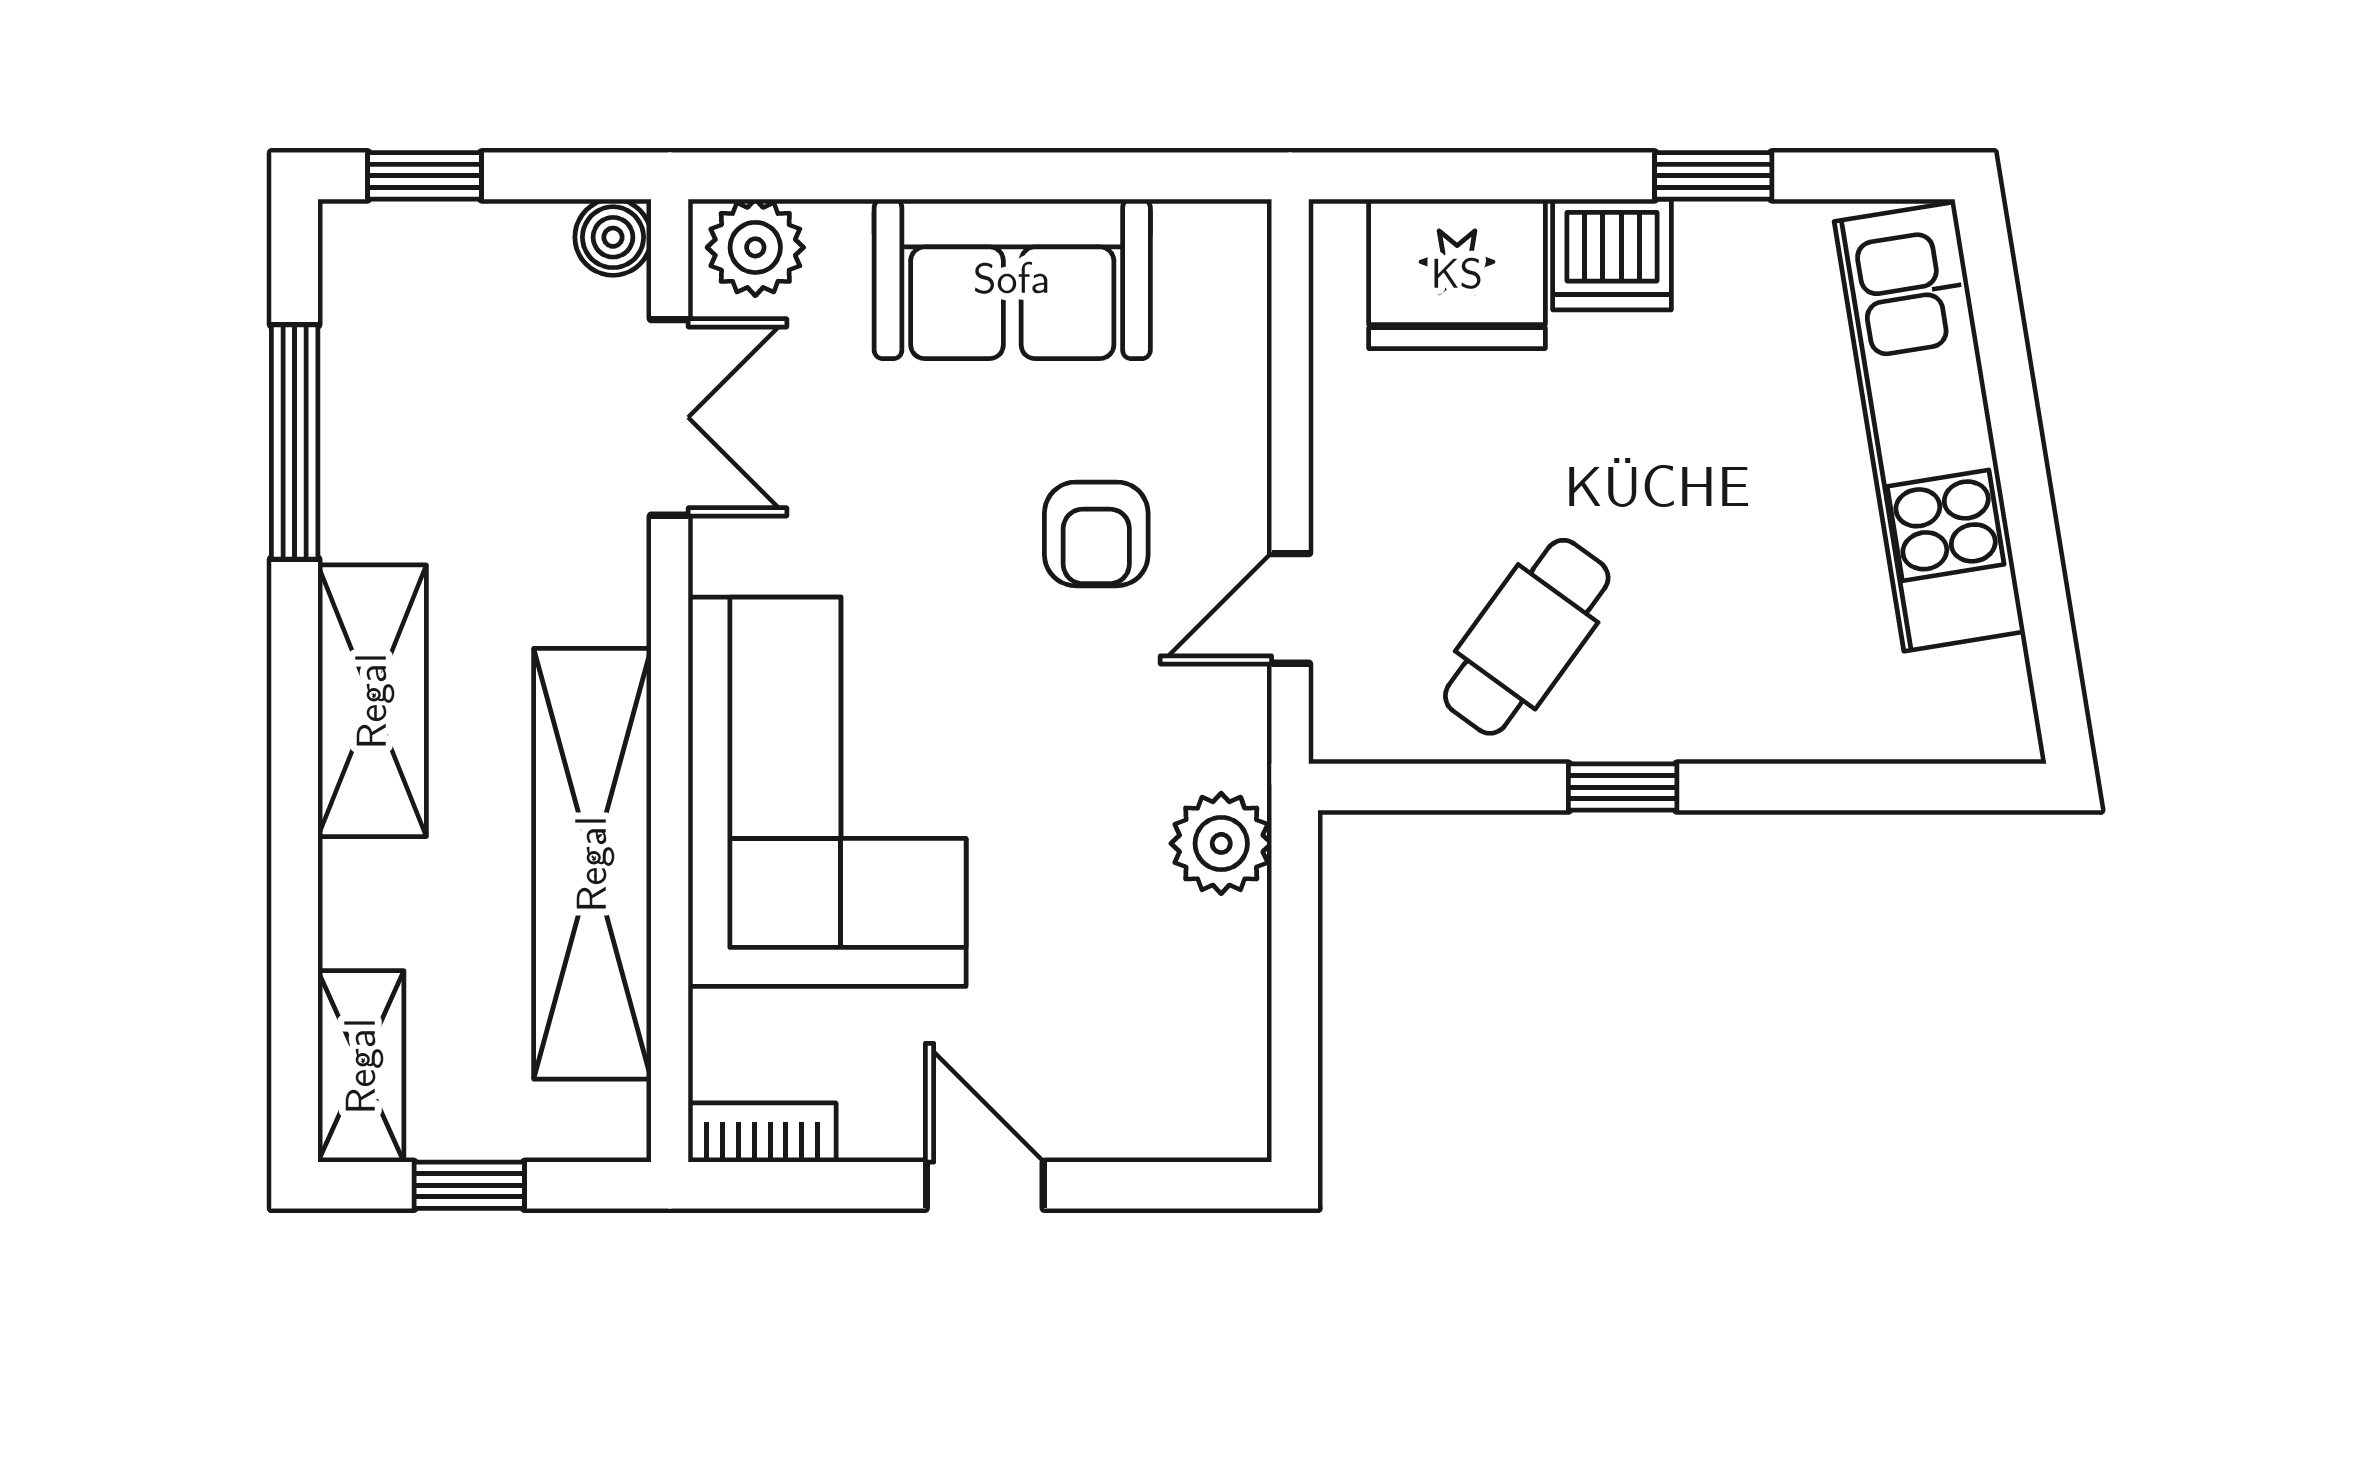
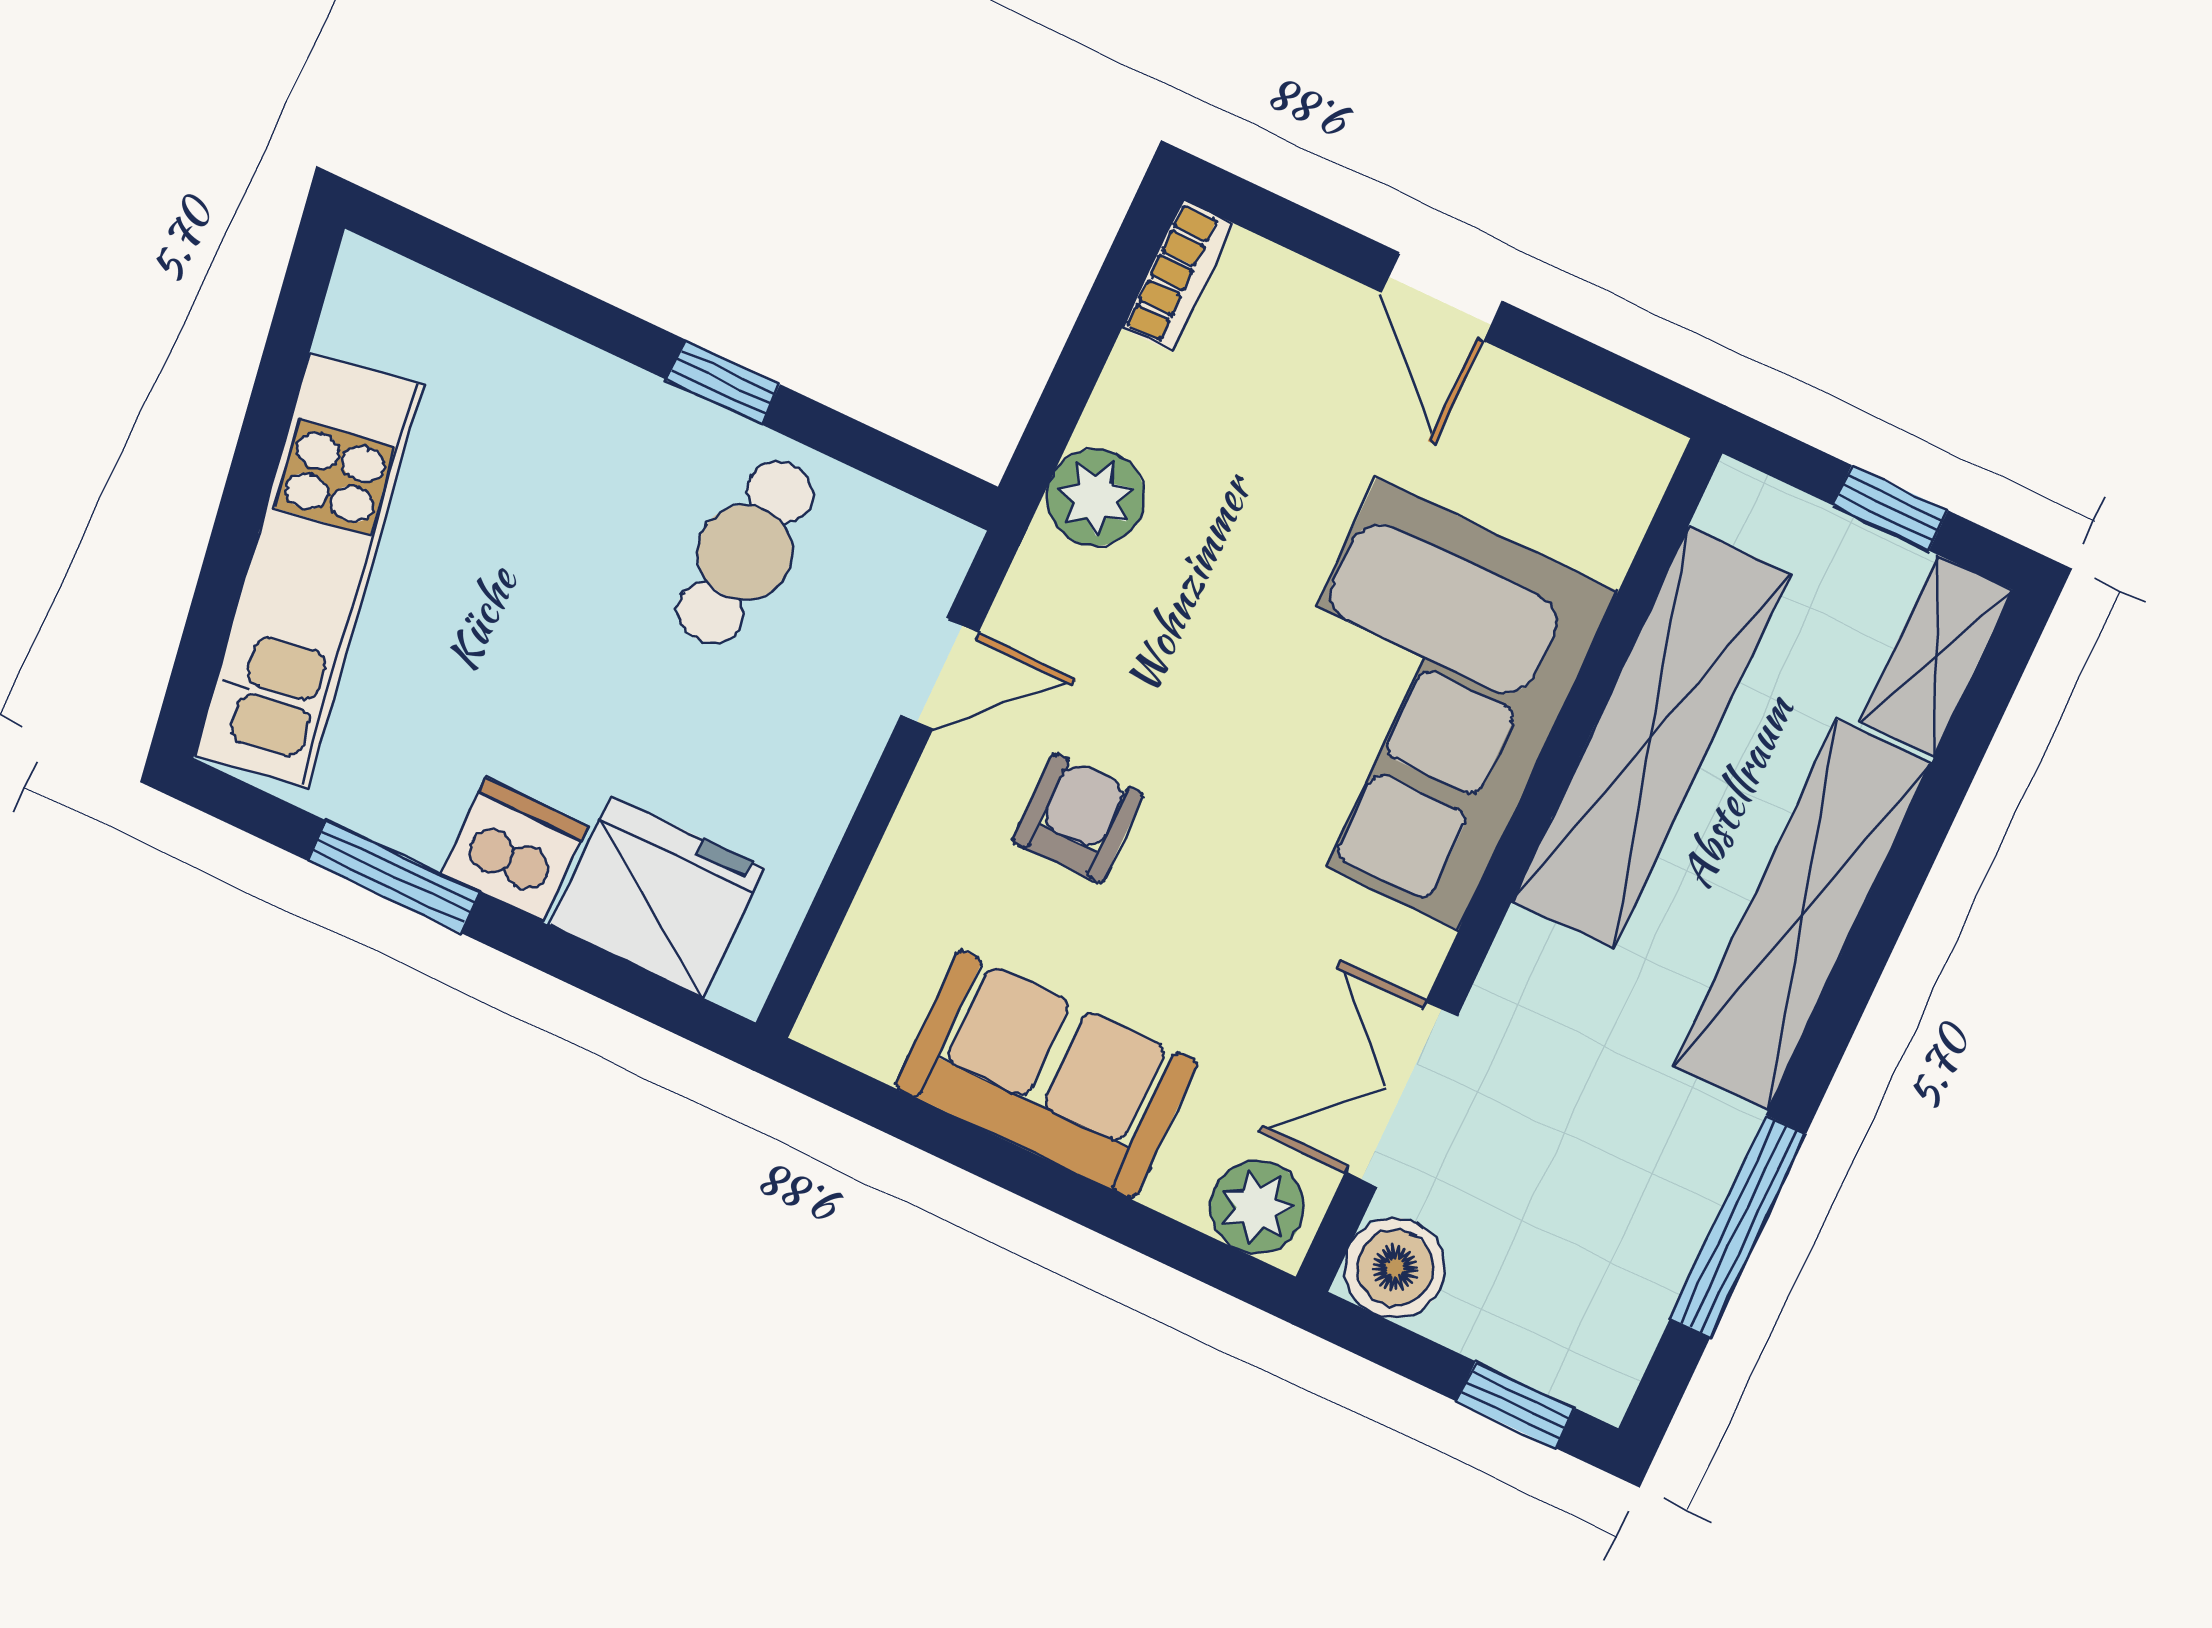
window: (1713, 176) -> (394, 877), width x1.50
boiler: (613, 237) -> (1395, 1268), width x1.36, depth x1.36
cafe table: (1527, 637) -> (745, 552), turned -31
shelving: (372, 701) -> (1802, 914), width x1.47
bookcase: (762, 1133) -> (1178, 276), moved, turned -90

